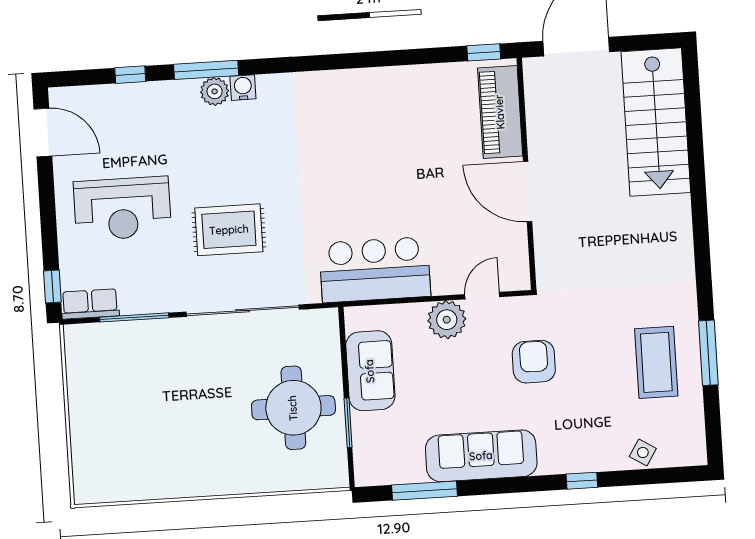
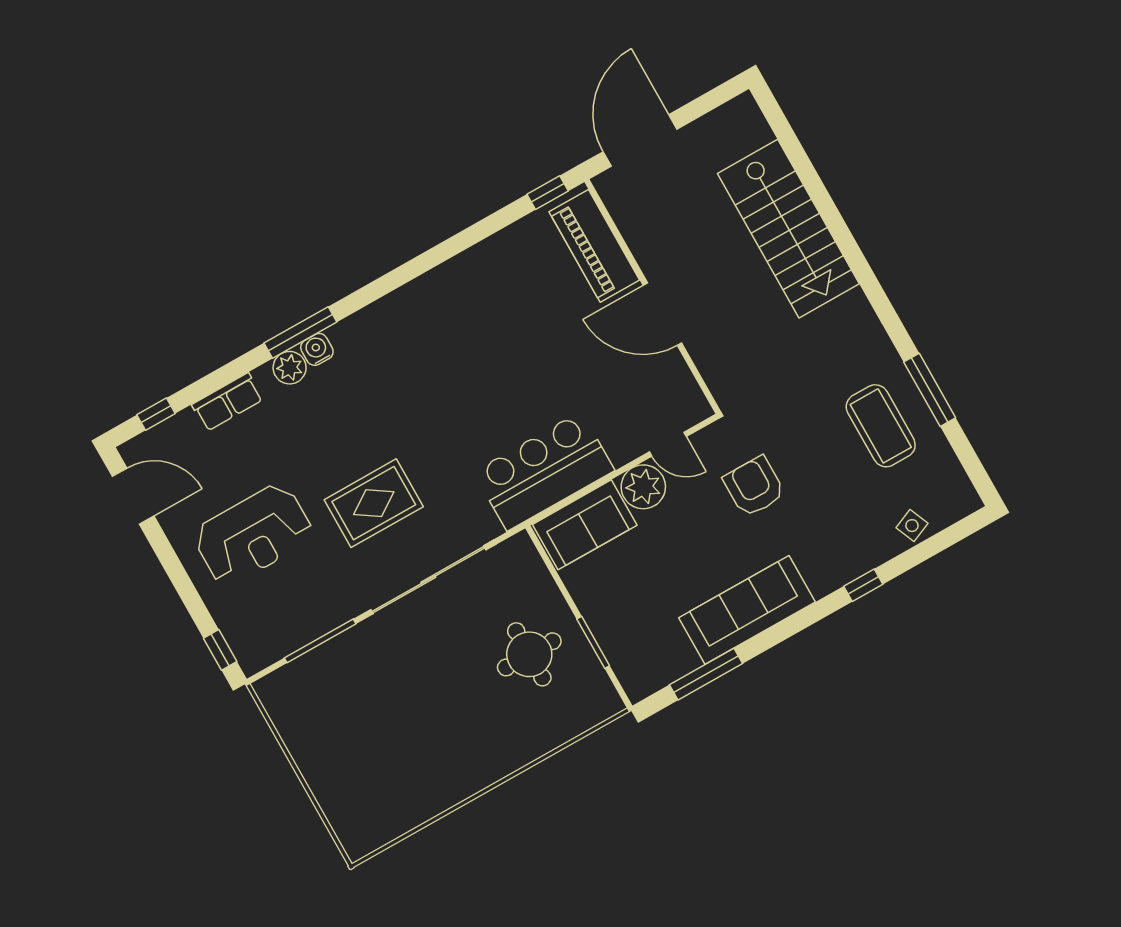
window: (206, 70) -> (300, 333), moved
window: (130, 75) -> (156, 414), moved
stairs: (656, 122) -> (788, 229), moved
door: (482, 296) -> (668, 444), swing flipped
row of seats: (90, 304) -> (227, 402), moved, turned 180
sofa: (370, 371) -> (585, 525), moved, turned 90
round table: (293, 408) -> (529, 654), width x0.73, depth x0.73
side table: (643, 452) -> (912, 526), turned 35

